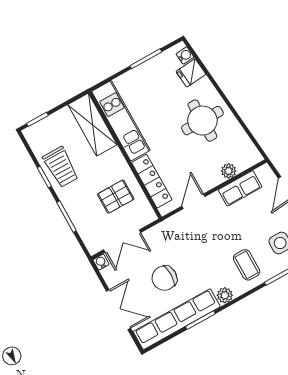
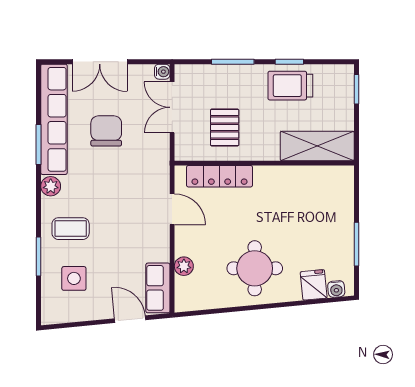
kitchen unit: (121, 121) -> (304, 179), removed
row of seats: (240, 188) -> (158, 288), moved

